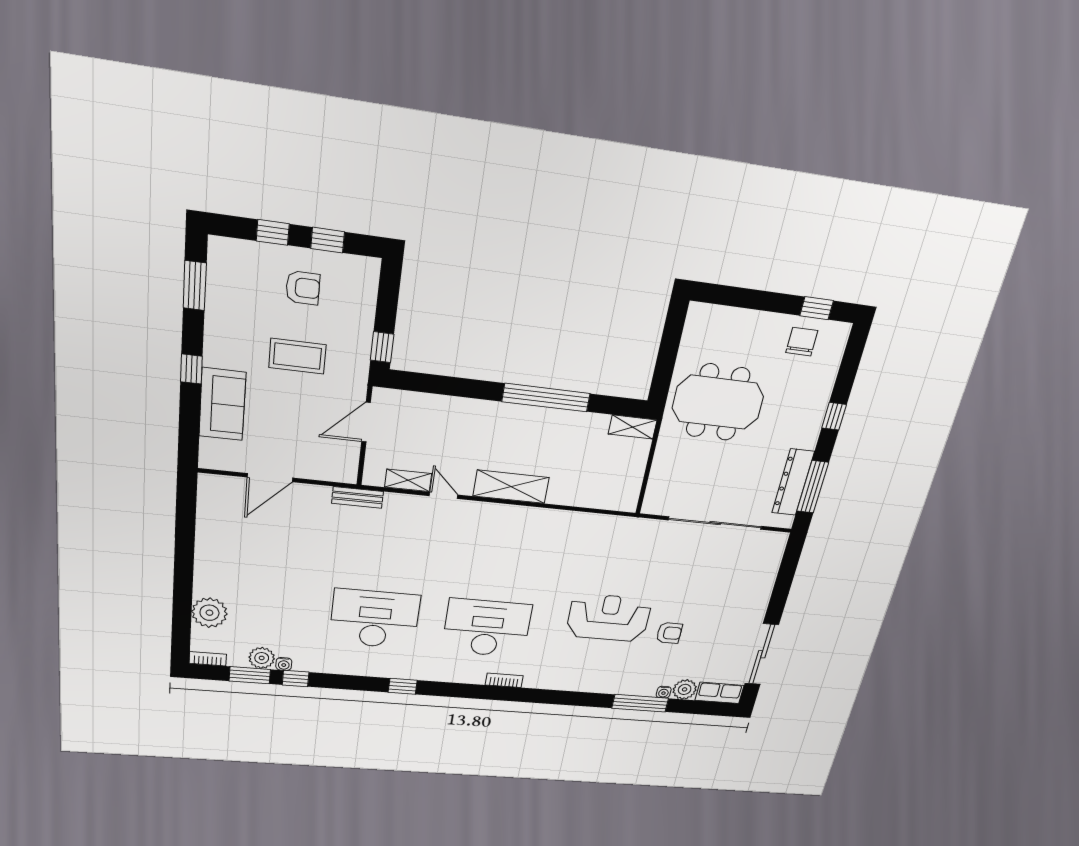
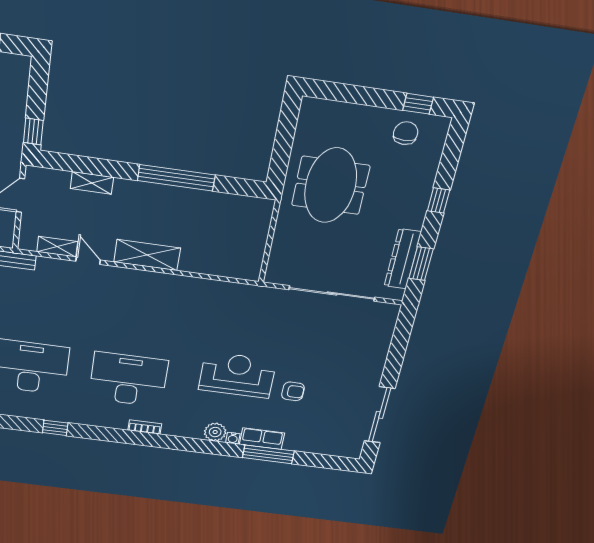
meeting table: (718, 402) -> (331, 185), turned 90
shelving: (633, 427) -> (92, 183), moved
window: (813, 487) -> (421, 264), width x0.69
plant: (685, 689) -> (215, 432), moved
water cooler: (664, 692) -> (233, 438), moved
row of seats: (720, 693) -> (262, 439), moved

